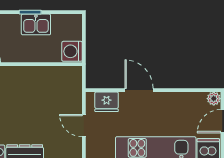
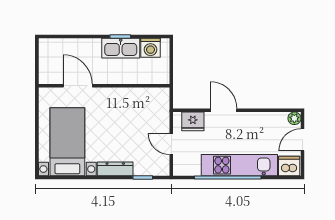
kitchen sink: (36, 24) -> (121, 48), width x1.38
washing machine: (72, 51) -> (151, 48), moved, turned -90

